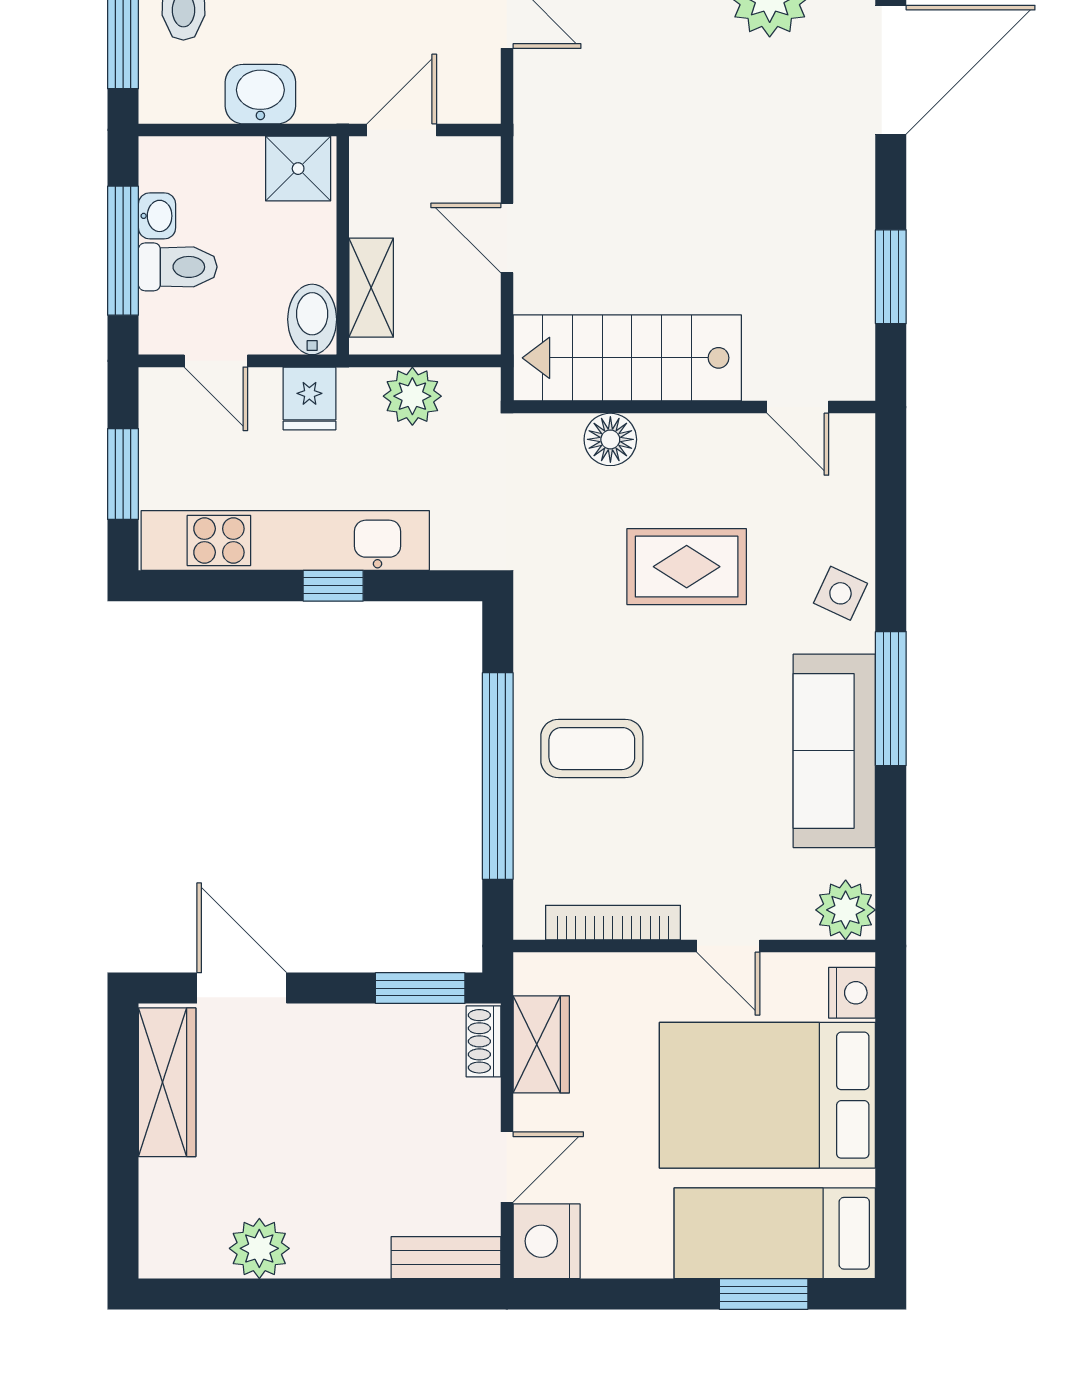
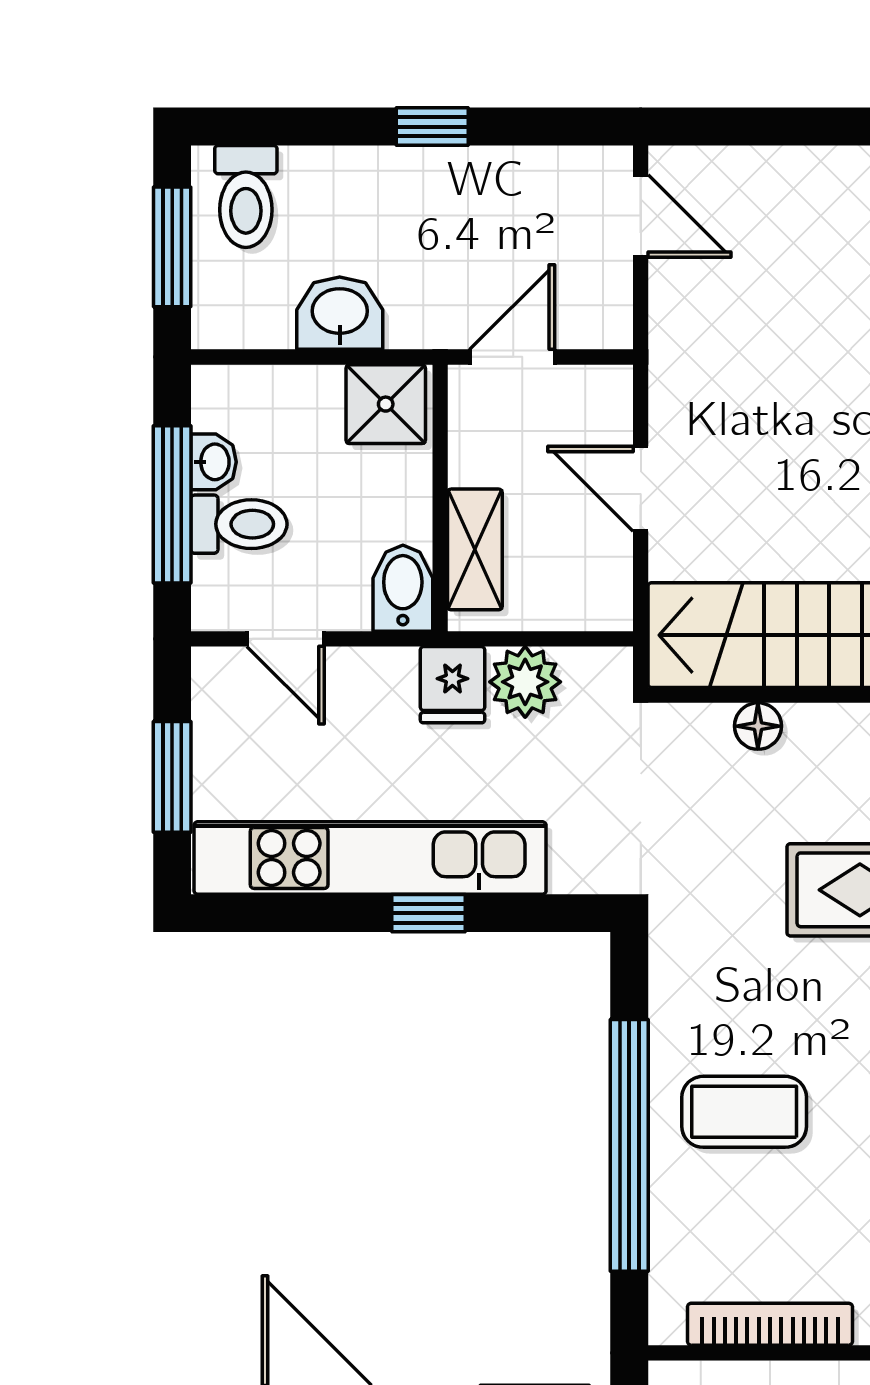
fridge: (309, 398) -> (452, 685), moved
floor lamp: (610, 439) -> (758, 726), width x0.73, depth x0.73

